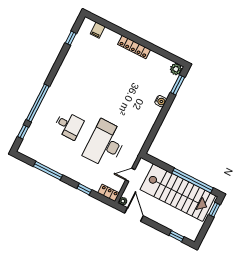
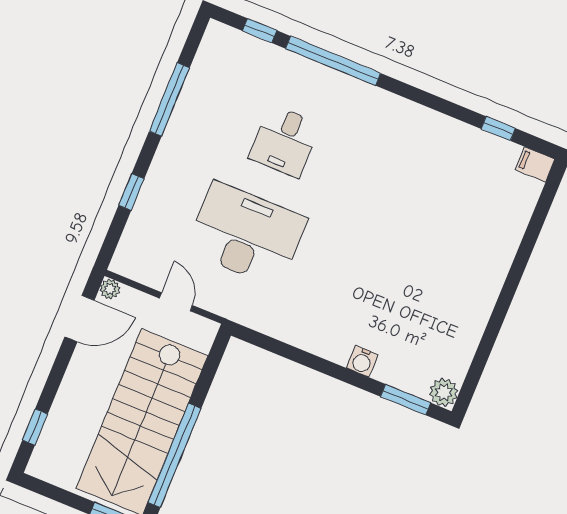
filing cabinet: (98, 30) -> (535, 164), moved
locker: (134, 47) -> (489, 285), removed
locker: (109, 193) -> (127, 252), removed

